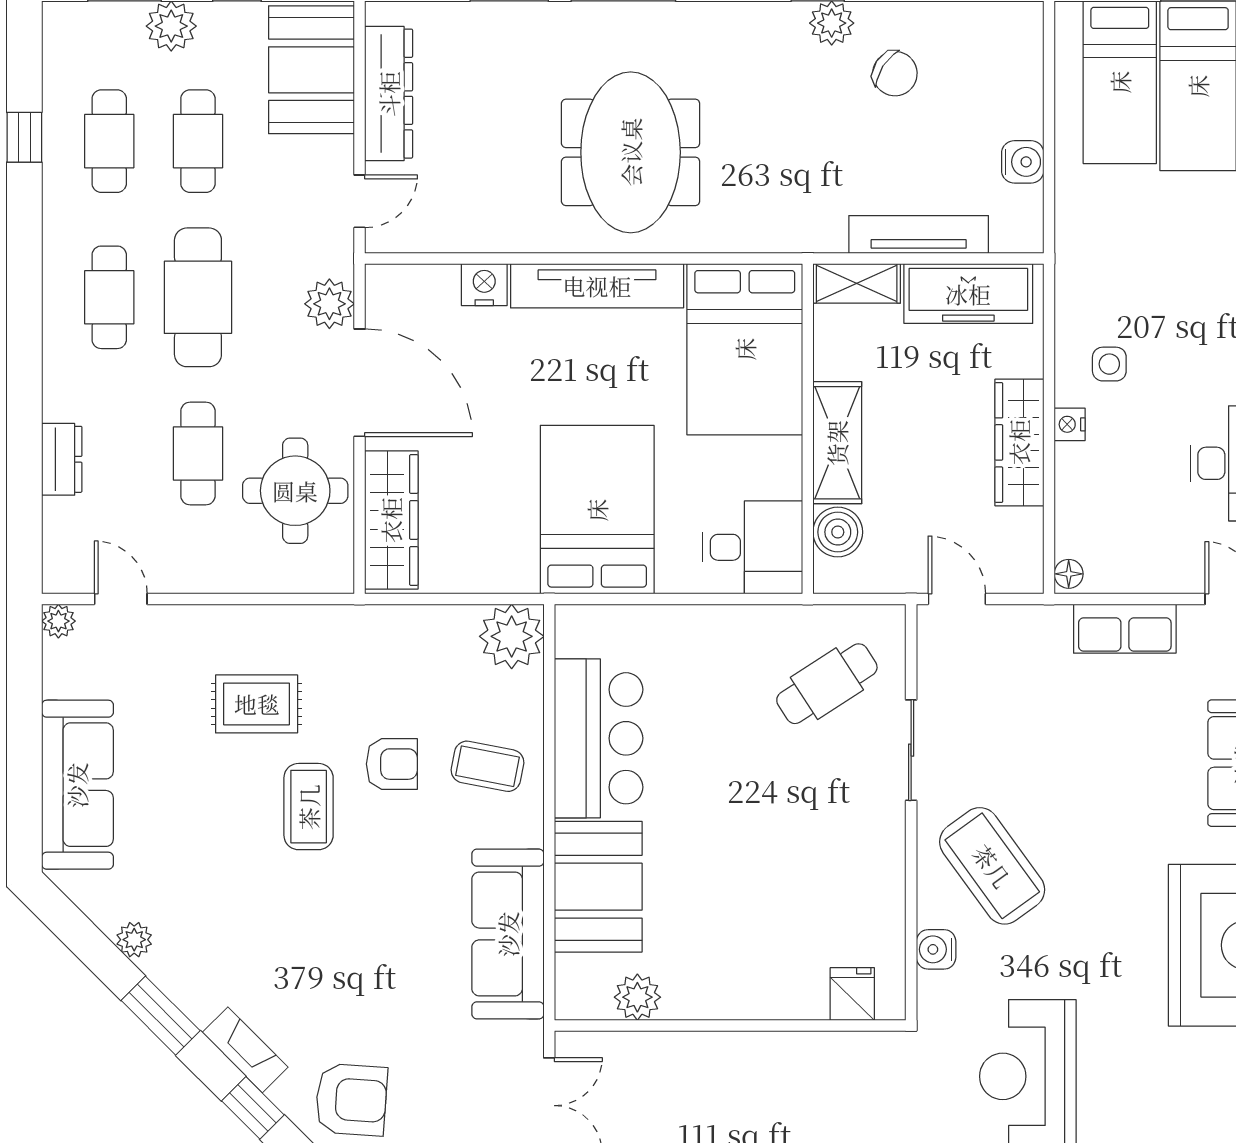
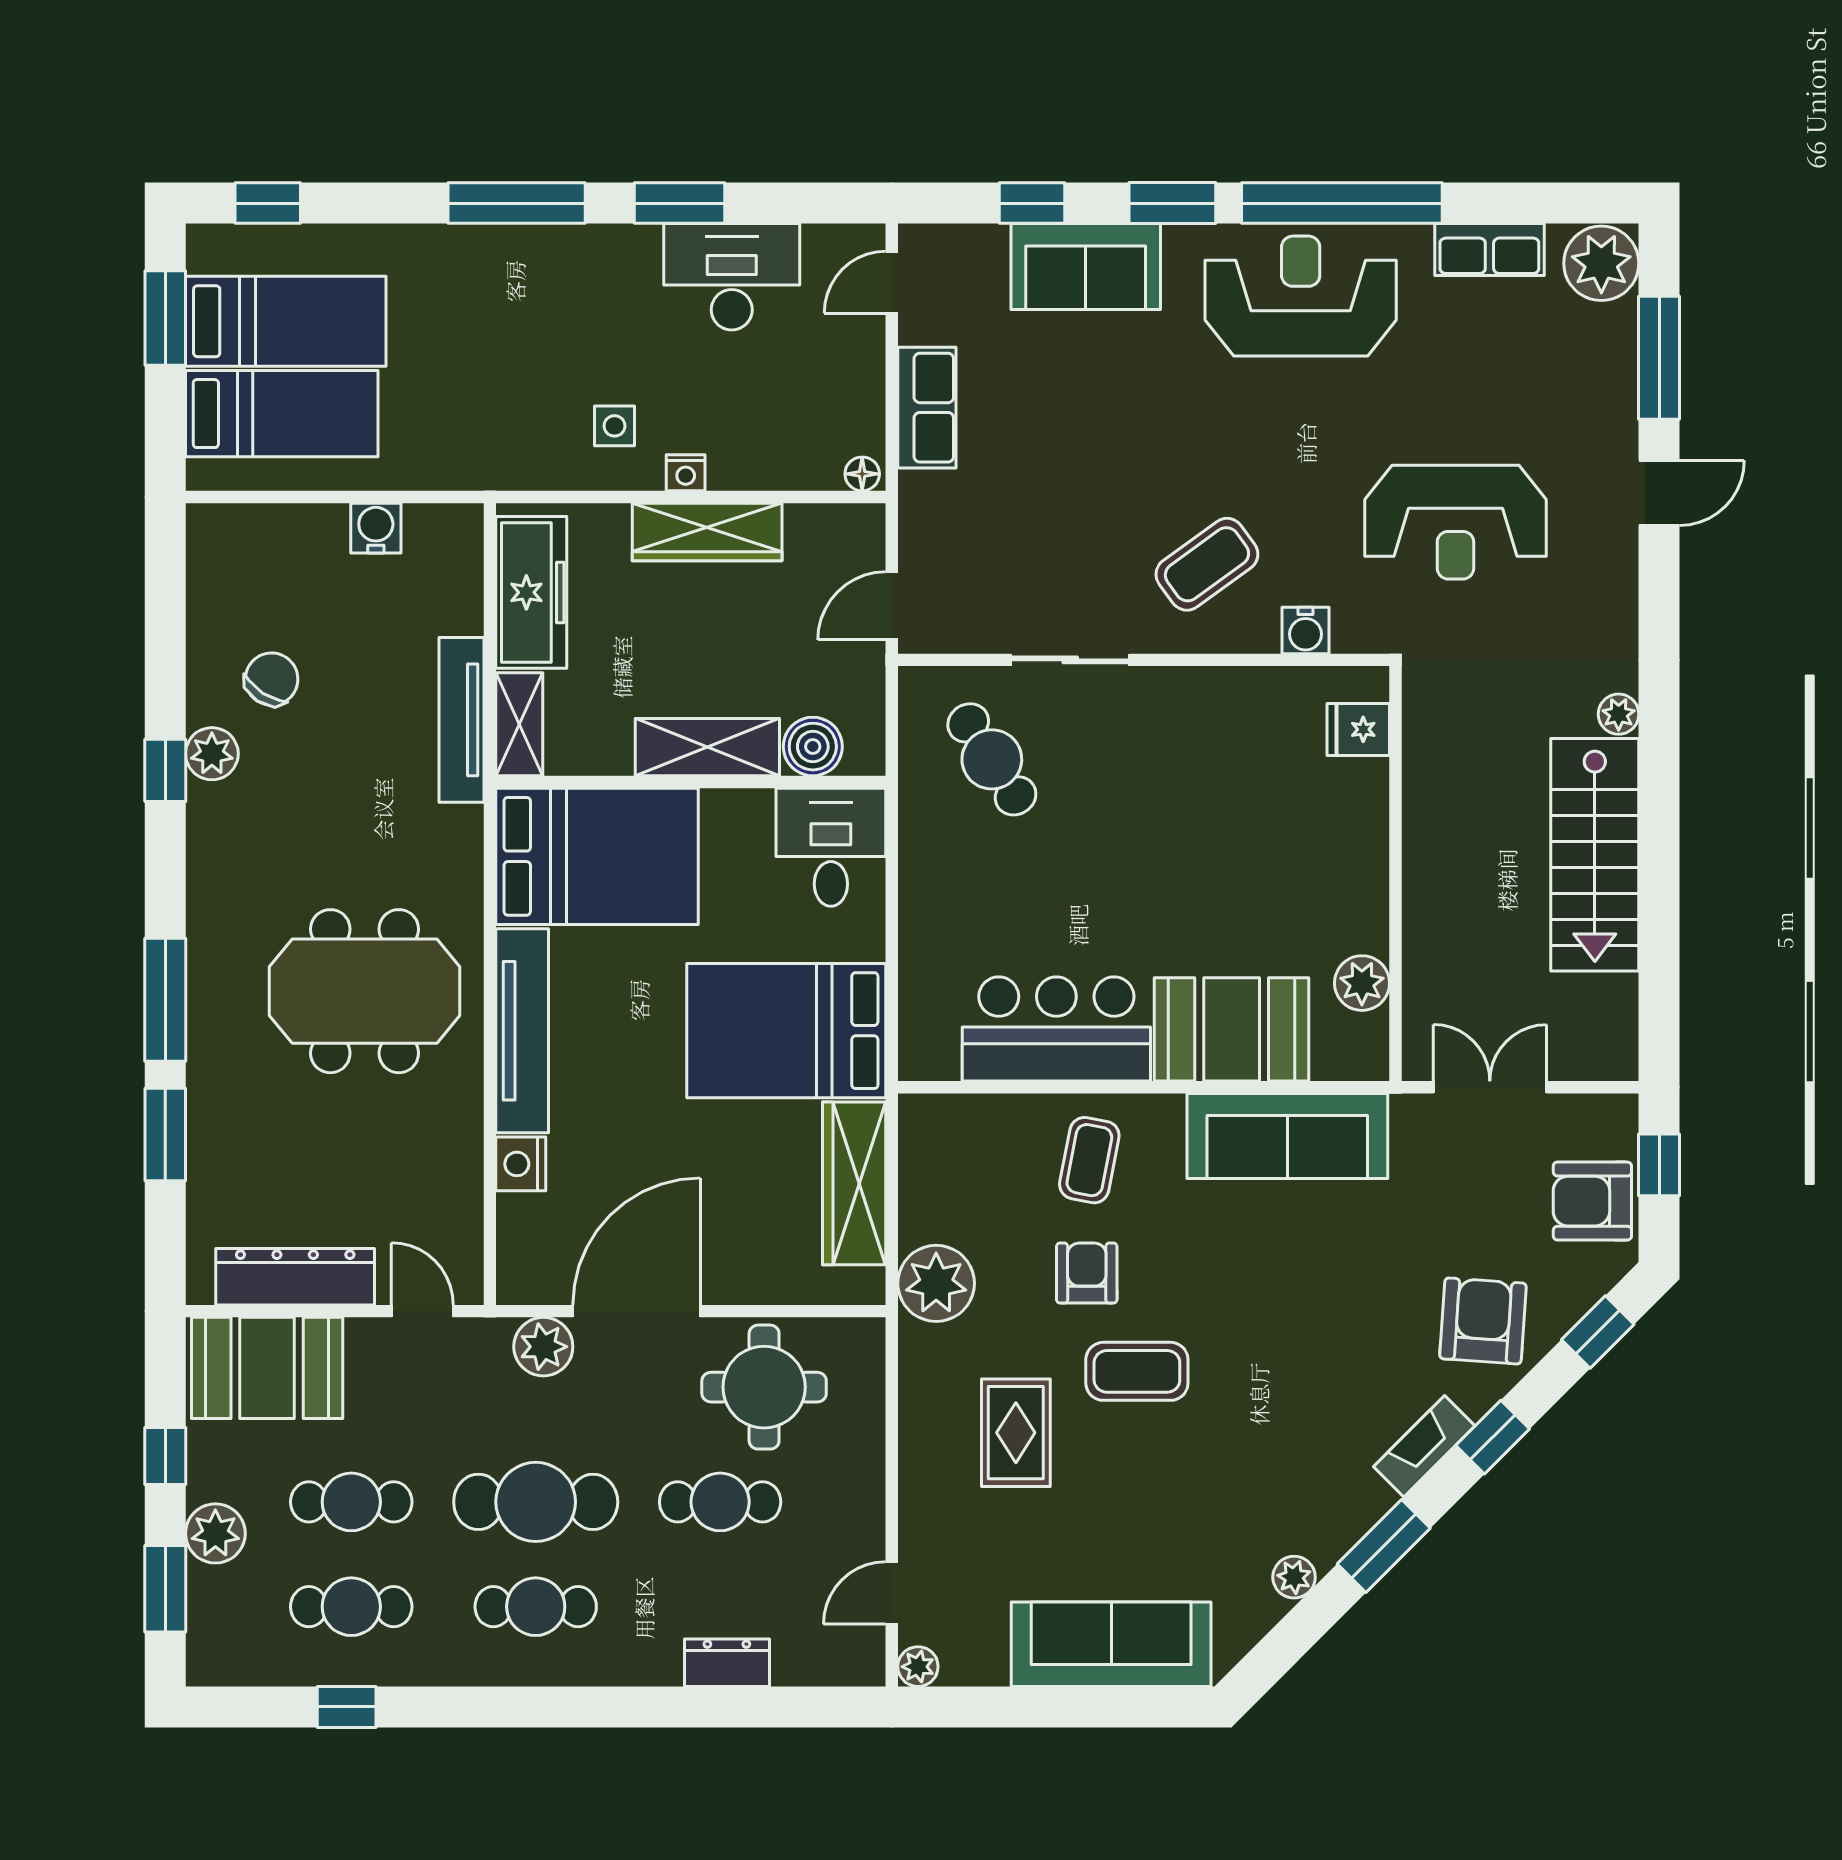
tv unit: (919, 234) -> (461, 720), moved
wardrobe: (391, 520) -> (854, 1183), moved, turned -90
plant: (512, 636) -> (936, 1283), moved
coffee table: (992, 866) -> (1207, 564), width x0.73, depth x0.76

